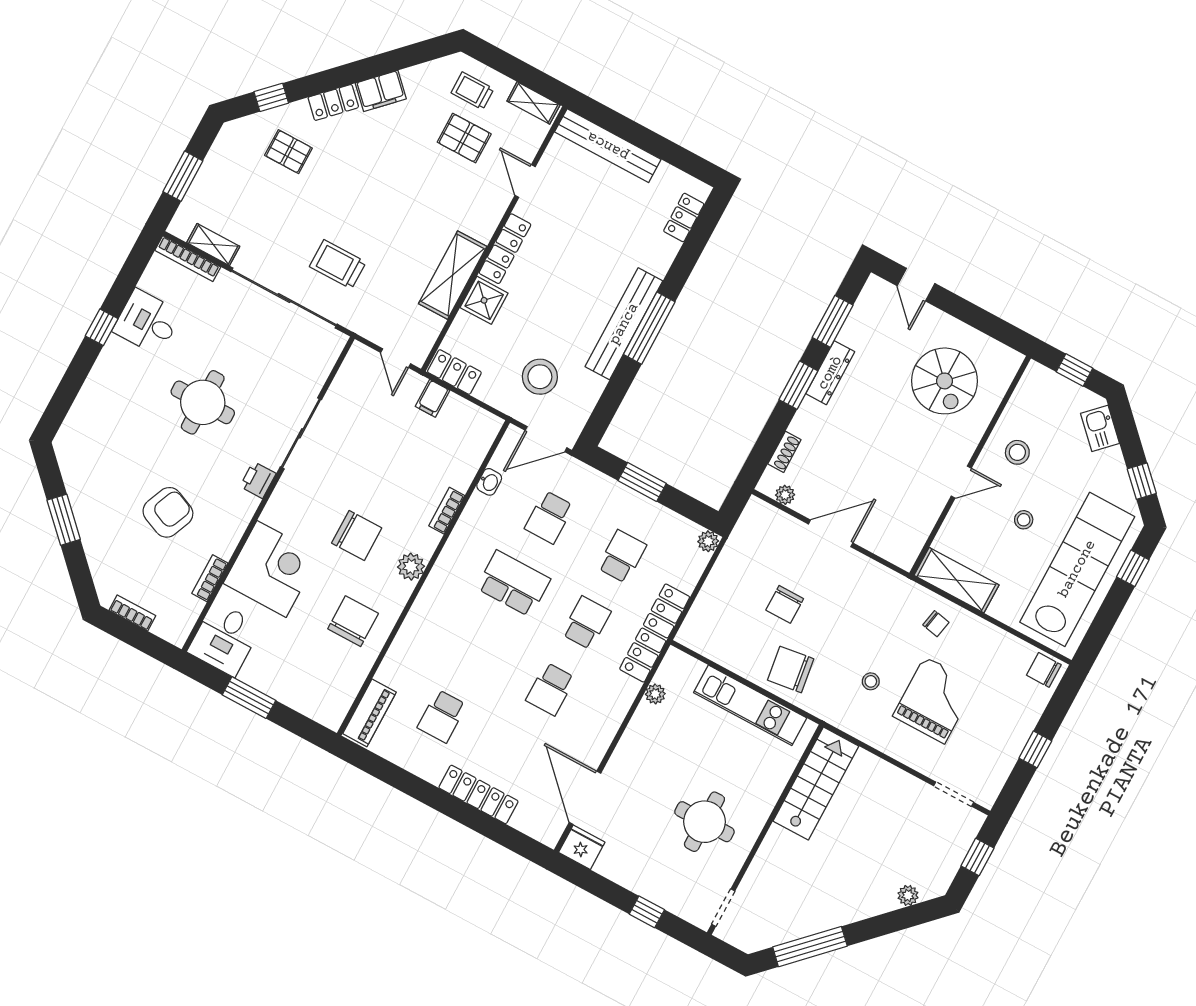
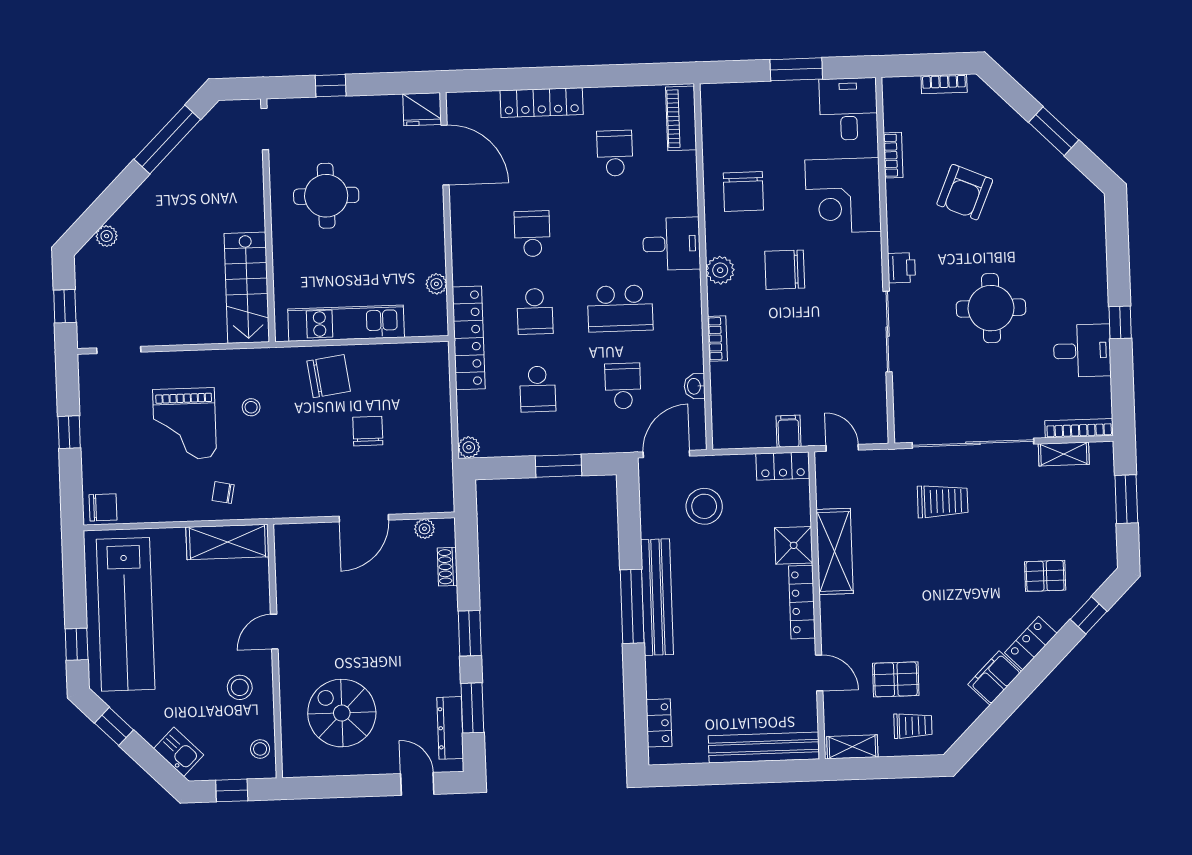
dresser: (830, 373) -> (450, 728), moved
stool: (1024, 520) -> (260, 749), moved
desk: (439, 612) -> (672, 244), added

